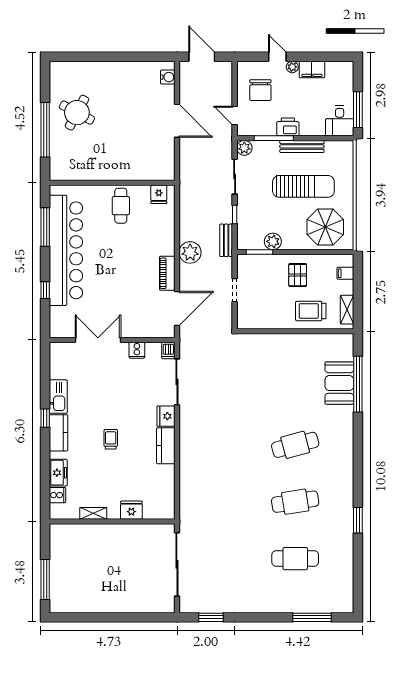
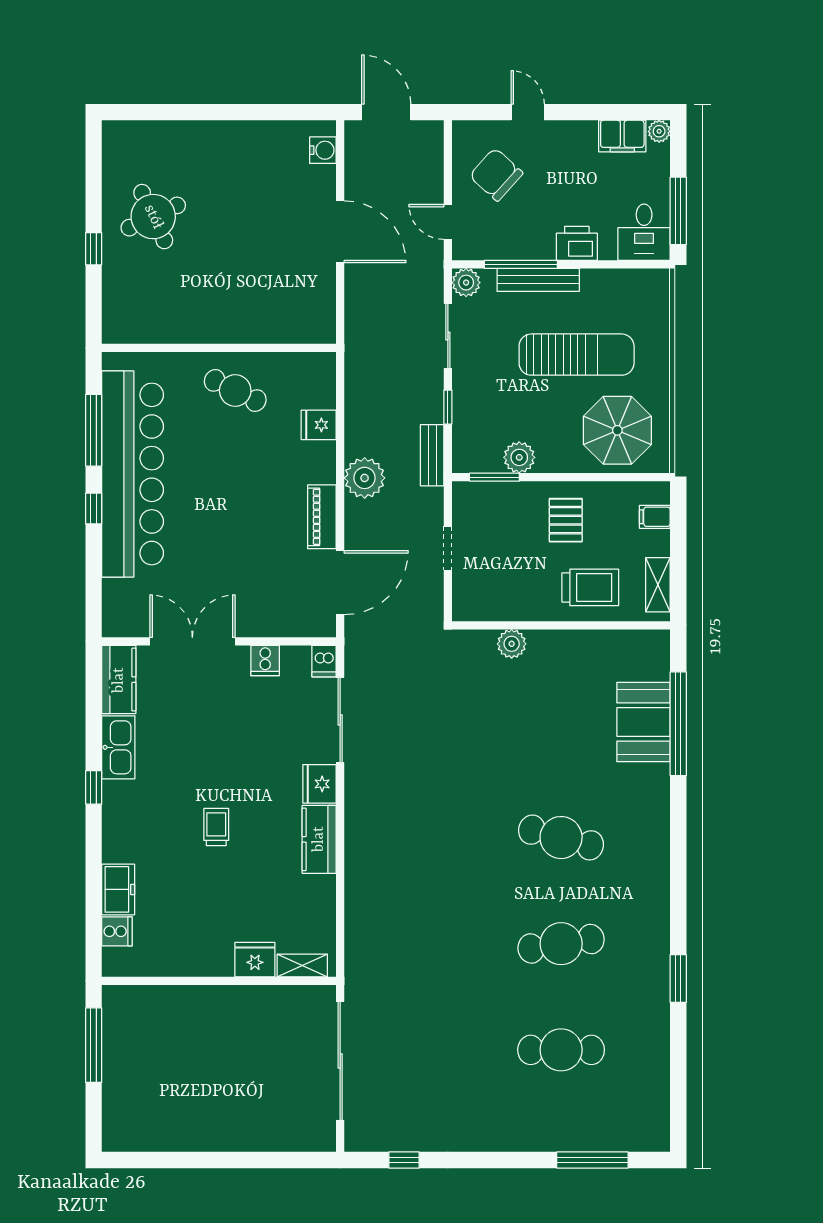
plant: (292, 67) -> (659, 131), moved
filing cabinet: (312, 69) -> (622, 136), moved
chair: (260, 90) -> (496, 175), turned 132
round table: (77, 113) -> (153, 217), turned 37
printer: (288, 127) -> (577, 243), moved
window: (45, 130) -> (94, 249), width x0.32
bench: (302, 146) -> (538, 280), moved
fridge: (159, 194) -> (319, 425), moved, turned 90
cafe table: (121, 206) -> (235, 391), turned -64
window: (45, 290) -> (94, 509), moved
trolley: (311, 311) -> (590, 587), turned 180
plant: (269, 341) -> (512, 644), added
kitchen counter: (59, 433) -> (119, 680), moved
cafe table: (295, 445) -> (561, 838), turned 30
shelving: (93, 513) -> (302, 965), moved
window: (45, 580) -> (94, 1045), moved
window: (211, 617) -> (404, 1160), width x0.67

